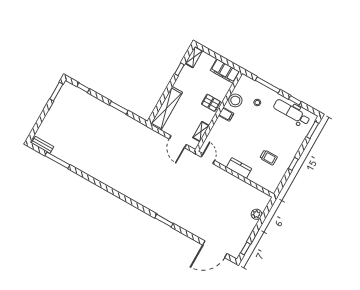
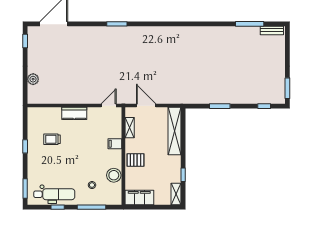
filing cabinet: (226, 114) -> (115, 144), moved
door: (208, 159) -> (109, 106), swing flipped

